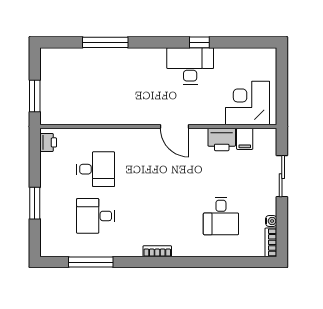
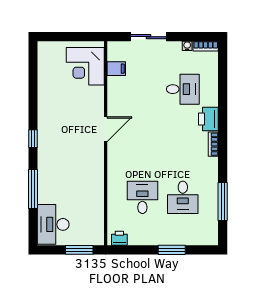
window: (199, 42) -> (33, 139), moved
desk: (190, 66) -> (53, 224), moved
printer: (222, 139) -> (208, 119), moved, turned 180

